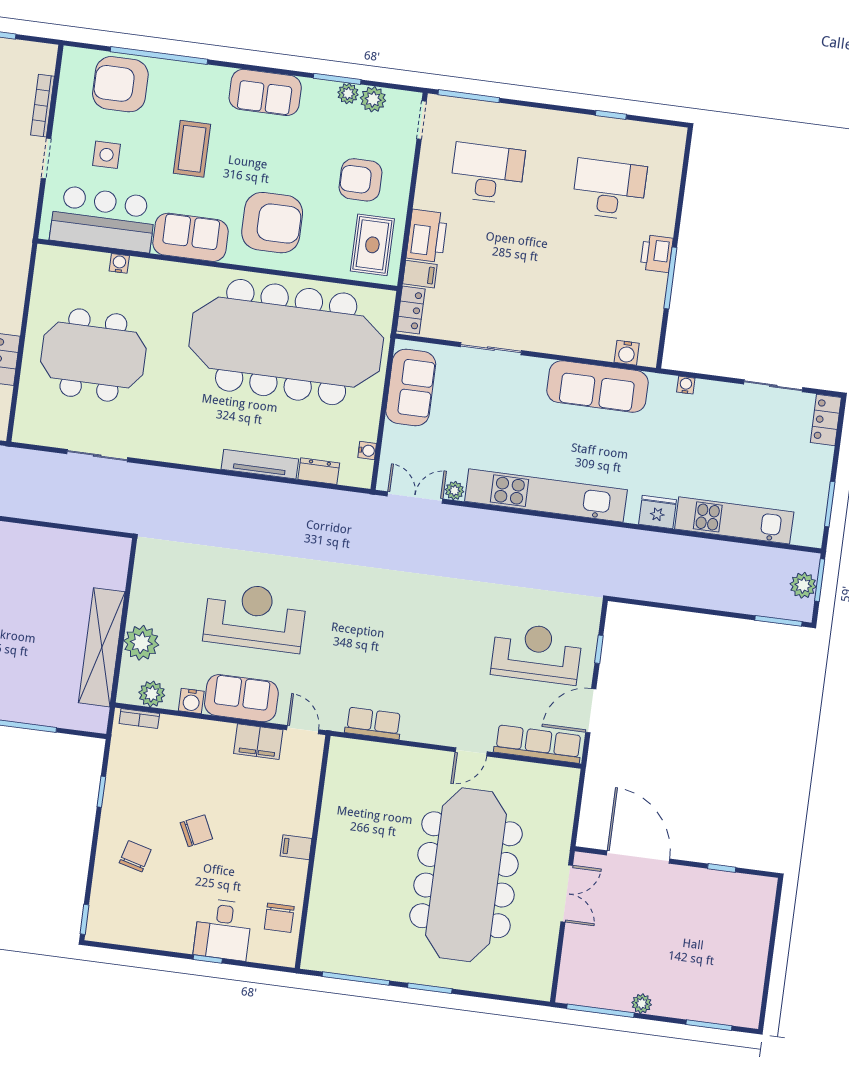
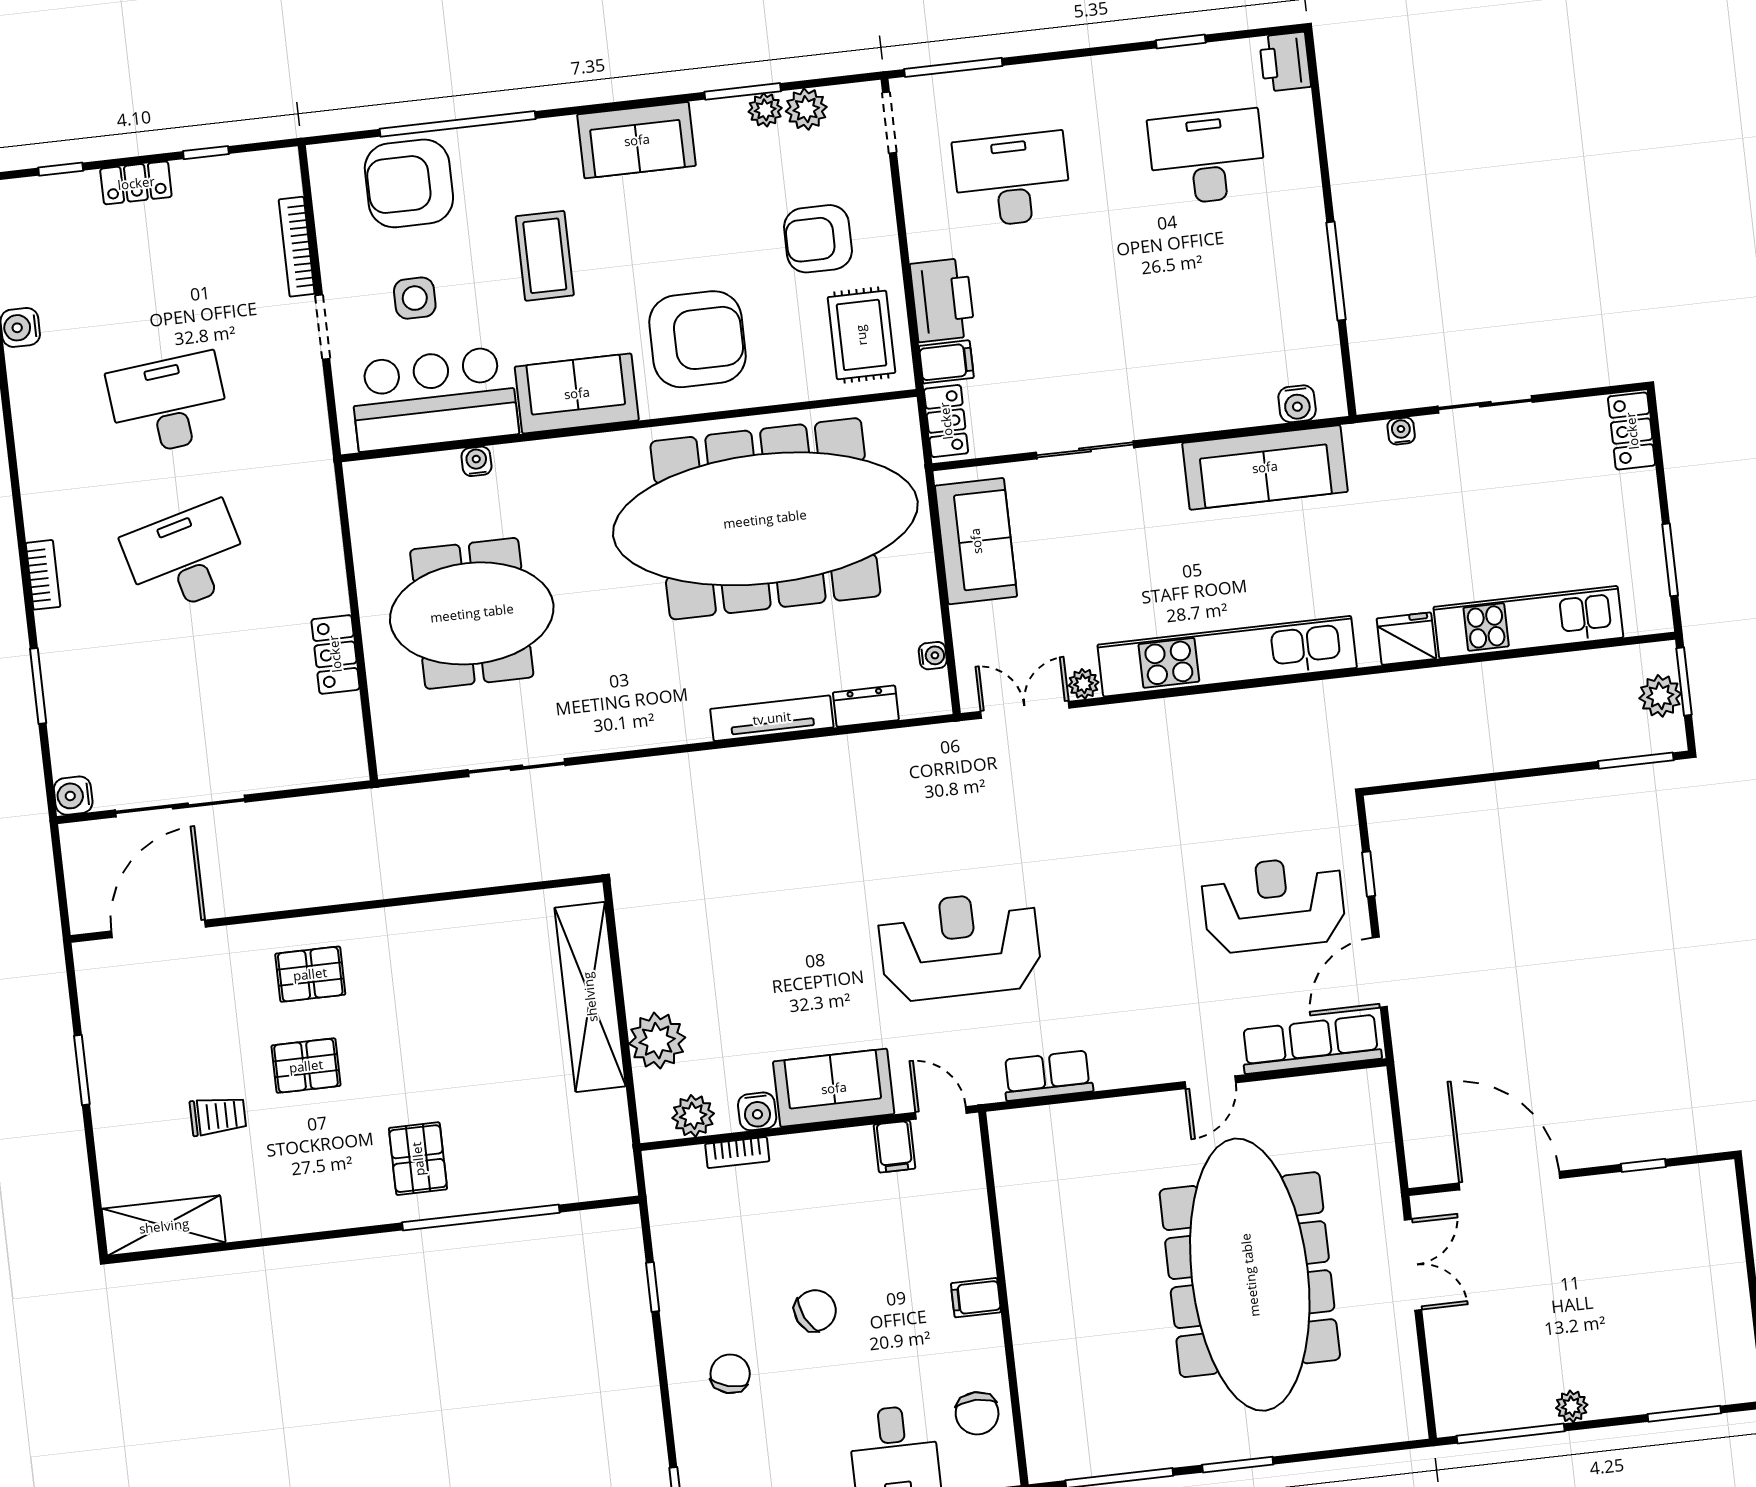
printer: (657, 254) -> (1285, 62), moved
sliding door: (773, 386) -> (1485, 404), moved
reception desk: (255, 617) -> (960, 946), moved
shelving: (102, 647) -> (590, 997), moved
bookcase: (139, 718) -> (737, 1153), moved
filing cabinet: (258, 742) -> (894, 1147), width x0.50

